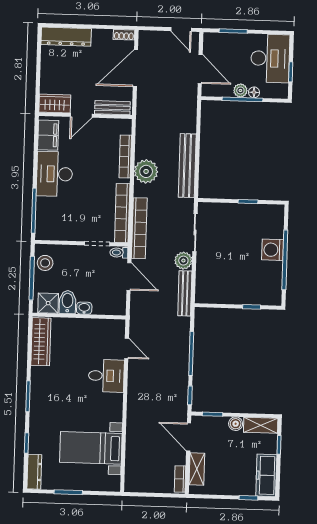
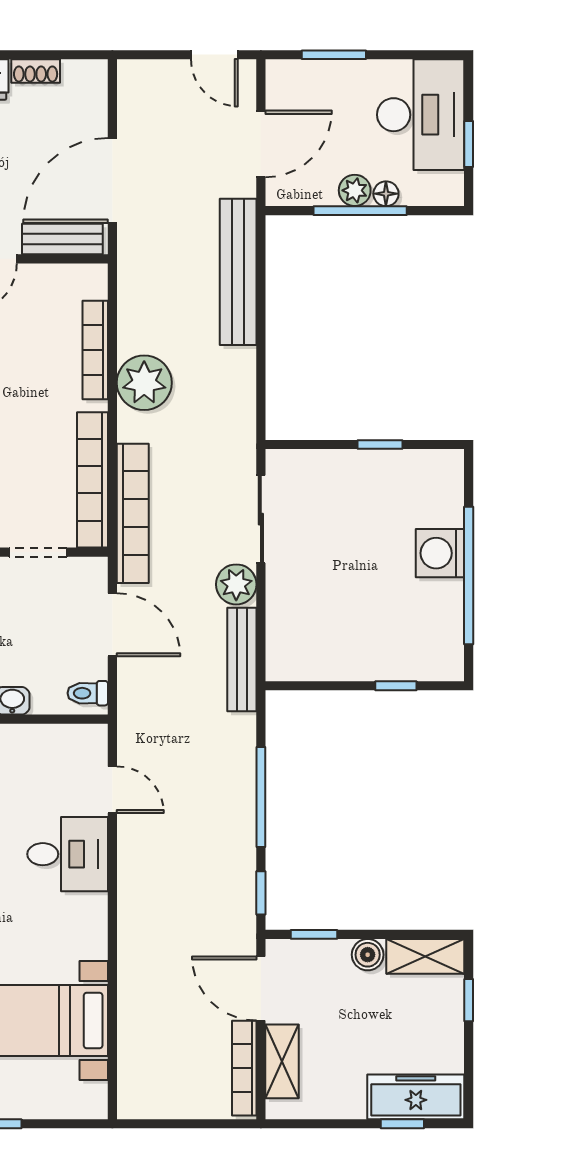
shoe rack: (124, 35) -> (36, 71), moved
door: (135, 68) -> (112, 180), moved
door: (200, 69) -> (261, 144), hinge flipped
bench: (187, 166) -> (238, 272), moved
toilet: (119, 253) -> (88, 693), moved
freezer: (266, 475) -> (416, 1097), moved, turned 90
bookcase: (180, 479) -> (244, 1068), width x1.56

